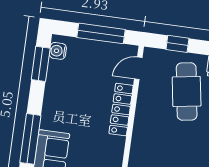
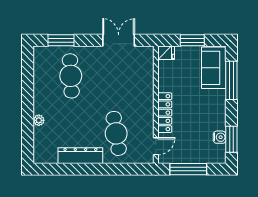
window: (177, 44) -> (128, 169), removed
water cooler: (58, 51) -> (220, 137), moved

